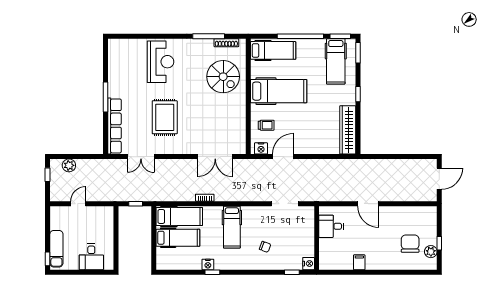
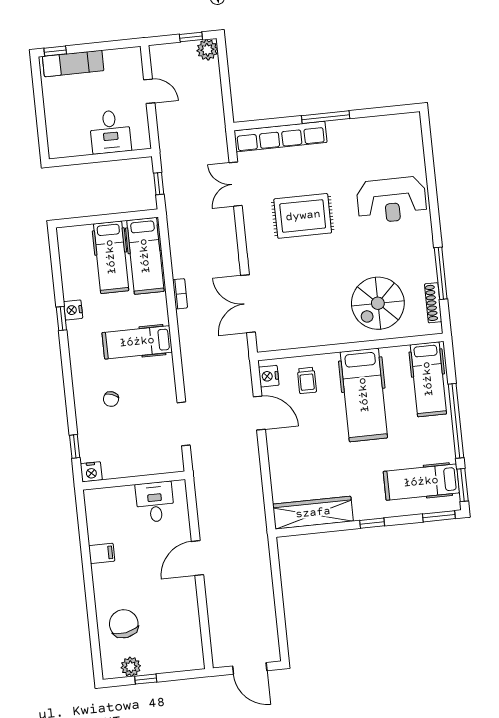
plant: (69, 165) -> (207, 50), moved
chair: (410, 244) -> (124, 624), moved, turned -100
desk: (91, 257) -> (110, 132), moved, turned -90

